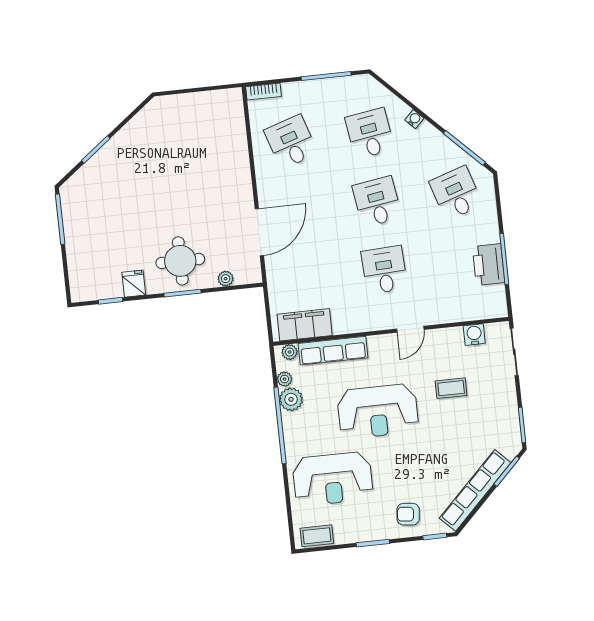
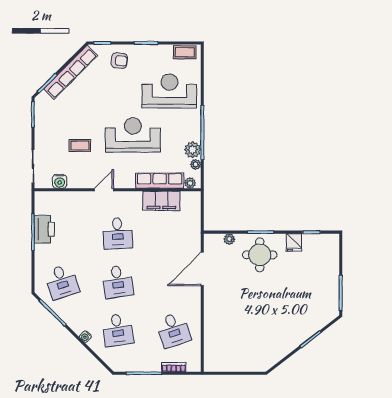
bookcase: (264, 92) -> (174, 367), moved
filing cabinet: (305, 325) -> (161, 201), moved

